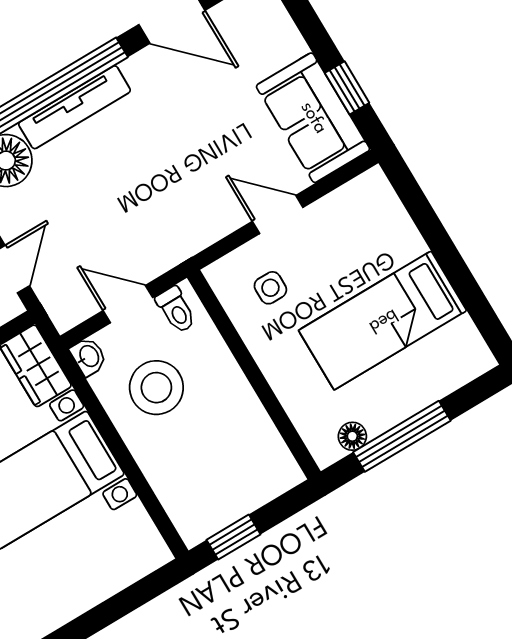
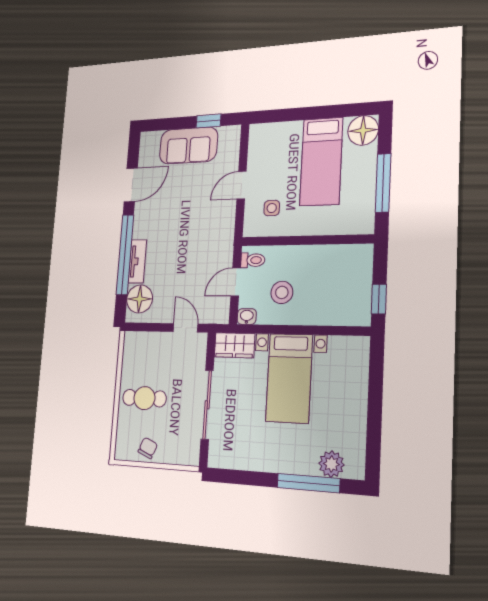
tv unit: (75, 107) -> (137, 261), width x0.71
sofa: (313, 118) -> (188, 146), moved
stool: (156, 388) -> (282, 292), width x0.73, depth x0.73
floor lamp: (352, 436) -> (363, 130), moved, width x1.89, depth x1.89

